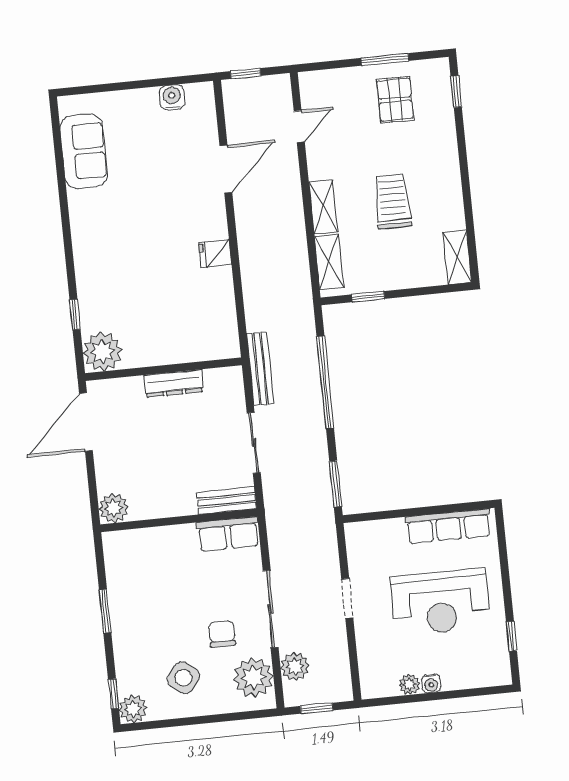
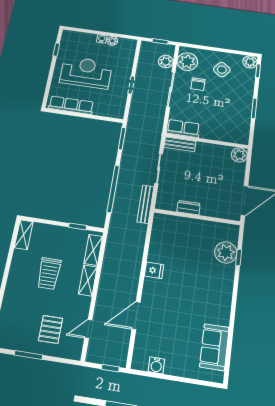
pallet: (395, 100) -> (51, 329), moved
plant: (102, 352) -> (226, 252), moved
dresser: (174, 383) -> (189, 208), width x0.70

